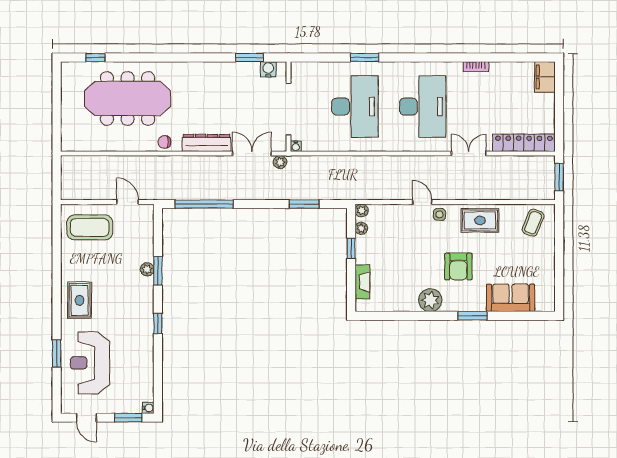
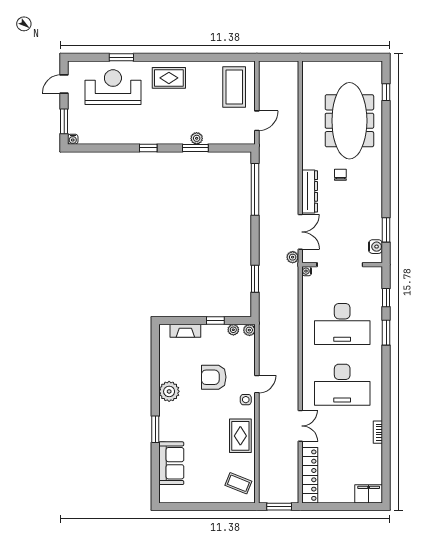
window: (325, 58) -> (386, 298), added
chair: (165, 142) -> (340, 175), moved
armchair: (458, 267) -> (214, 377), moved

